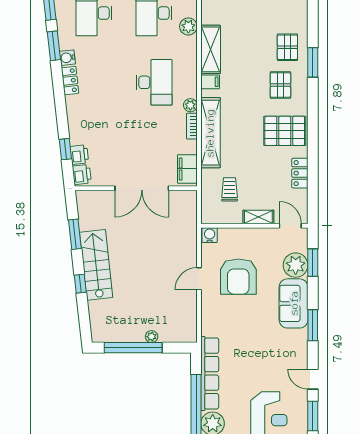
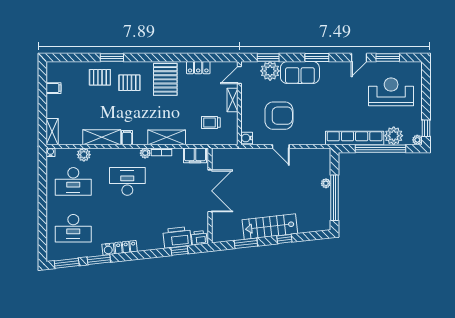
shelving: (210, 133) -> (167, 137), width x0.68
printer: (79, 155) -> (177, 237), width x1.87, depth x1.48

